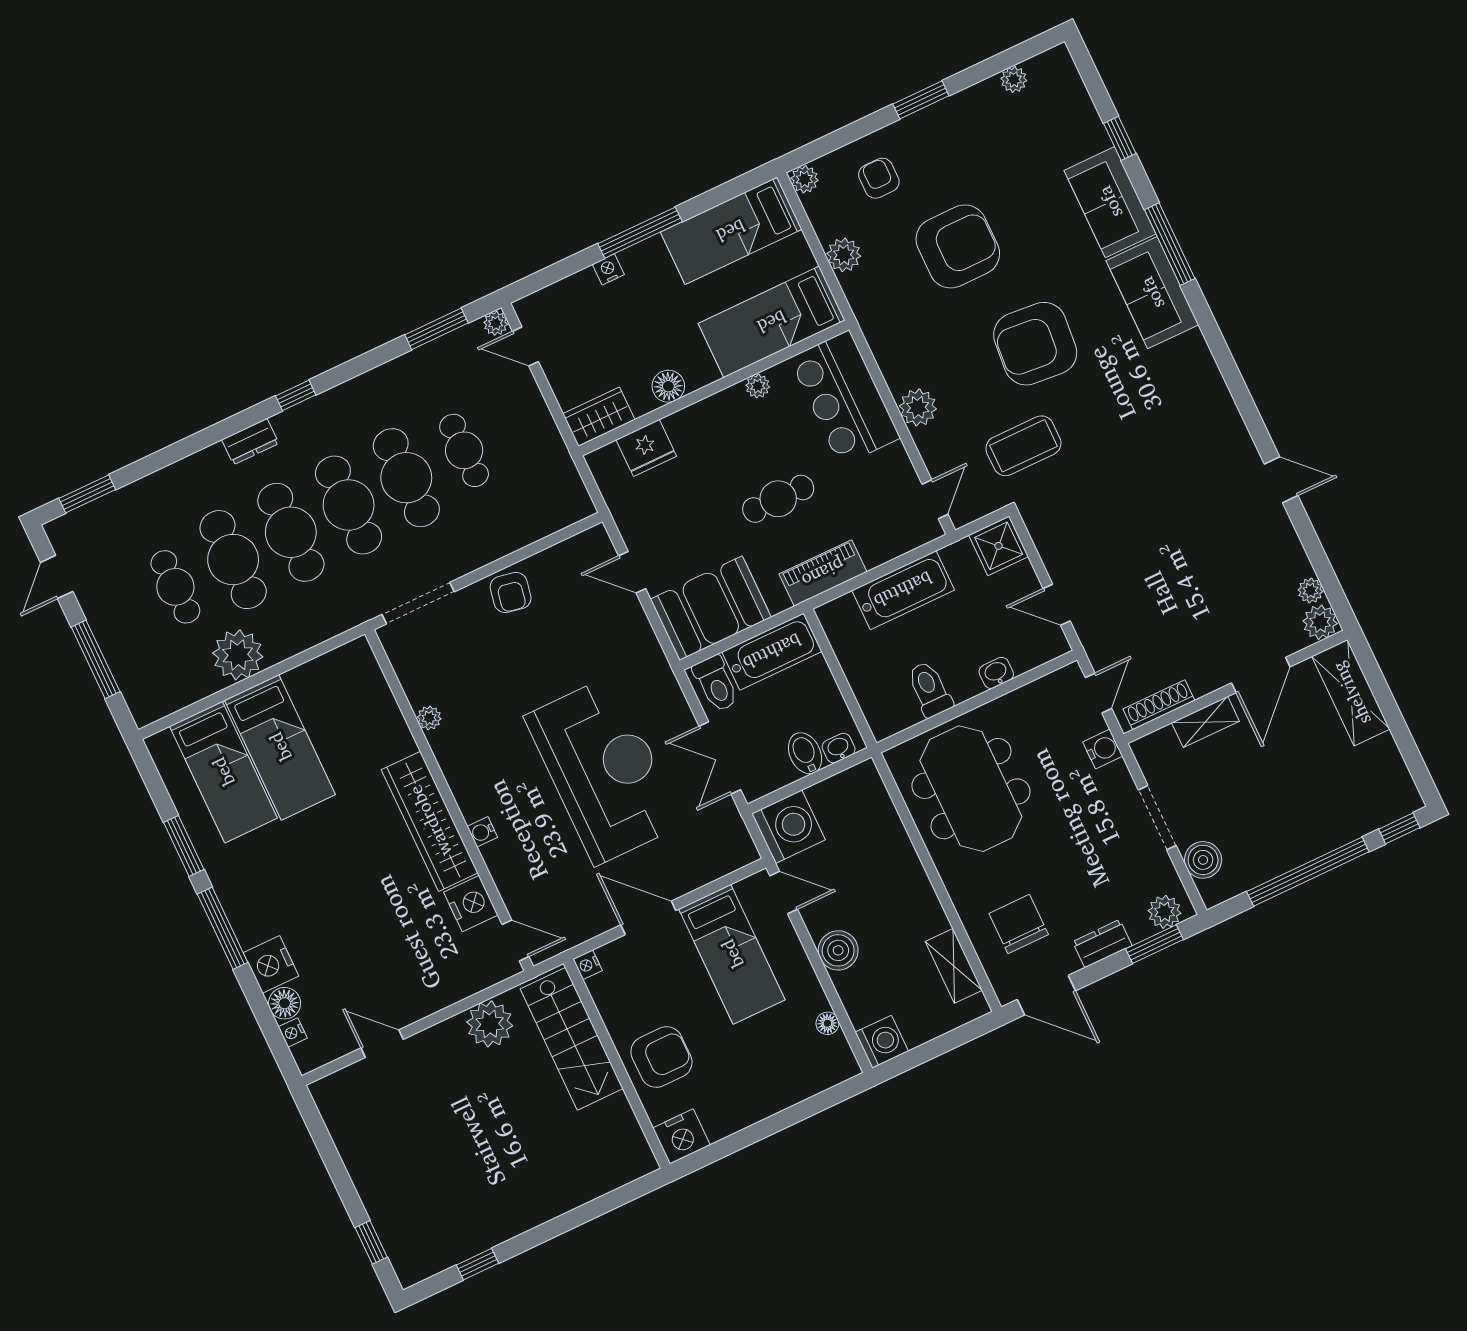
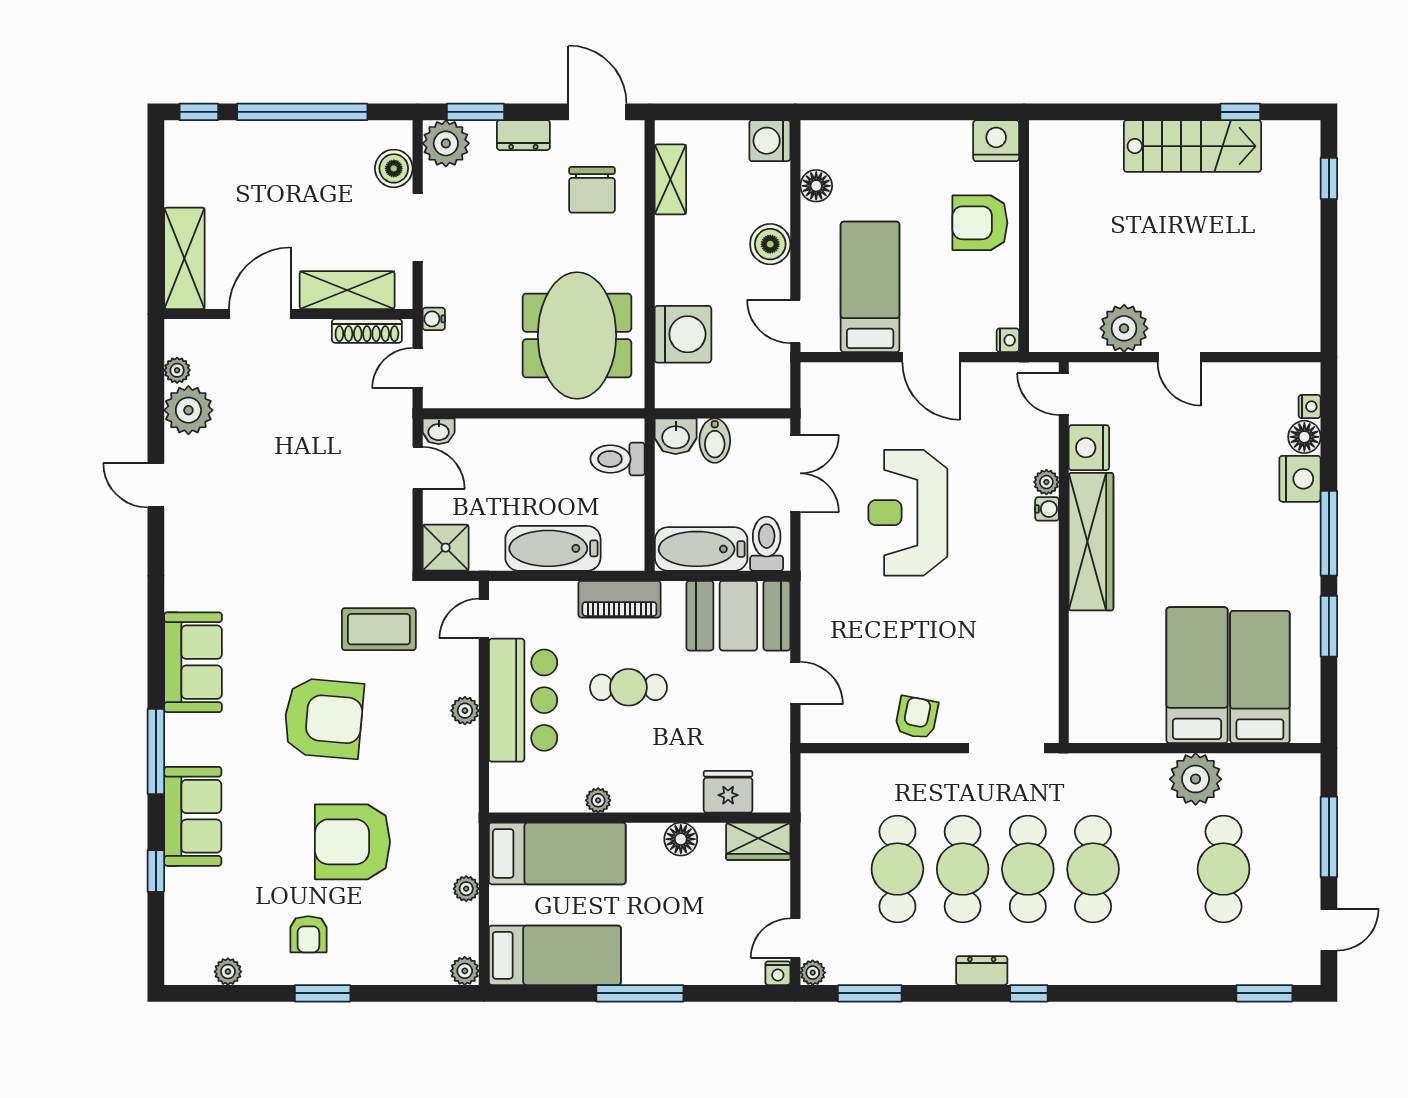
armchair: (879, 178) -> (308, 934), moved
plant: (844, 255) -> (466, 889), width x0.73, depth x0.73
nightstand: (608, 269) -> (778, 973), moved
sofa: (1152, 293) -> (193, 662), moved
door: (525, 346) -> (795, 938), swing flipped
bar counter: (845, 398) -> (523, 700), moved
plant: (918, 407) -> (465, 711), width x0.73, depth x0.73
dresser: (250, 442) -> (982, 971), moved
cafe table: (464, 450) -> (897, 869), width x1.37, depth x1.35
cafe table: (233, 560) -> (1158, 869), removed
cafe table: (175, 587) -> (1224, 869), width x1.37, depth x1.35
plant: (1320, 622) -> (188, 410), moved, width x1.36, depth x1.36
washbasin: (996, 673) -> (439, 431), moved
toilet: (930, 689) -> (618, 459), moved, turned 90
plant: (429, 718) -> (1046, 482), moved
shelving: (1205, 722) -> (347, 290), width x1.50, depth x1.33
washbasin: (839, 748) -> (676, 436), width x1.38, depth x1.45
water cooler: (1103, 749) -> (434, 319), width x0.72, depth x0.72
reception desk: (604, 770) -> (908, 513), width x0.74, depth x0.77
washing machine: (789, 827) -> (683, 334), moved, turned 180
plant: (1165, 912) -> (446, 143), width x1.36, depth x1.36
floor lamp: (827, 1023) -> (816, 186), width x1.37, depth x1.37
stairs: (572, 1039) -> (1192, 146), moved, turned 90
door: (382, 1044) -> (1179, 357), moved

